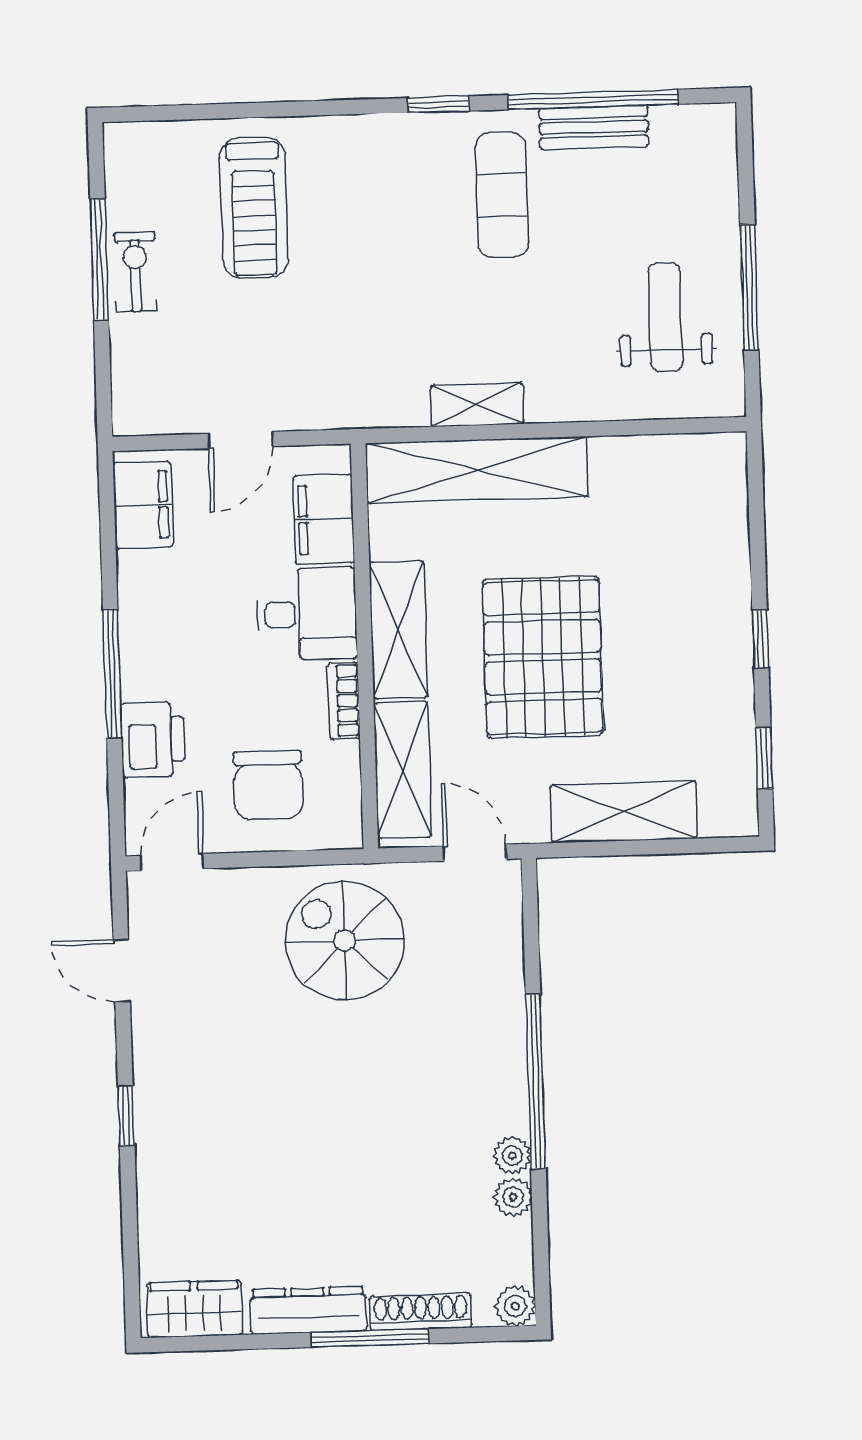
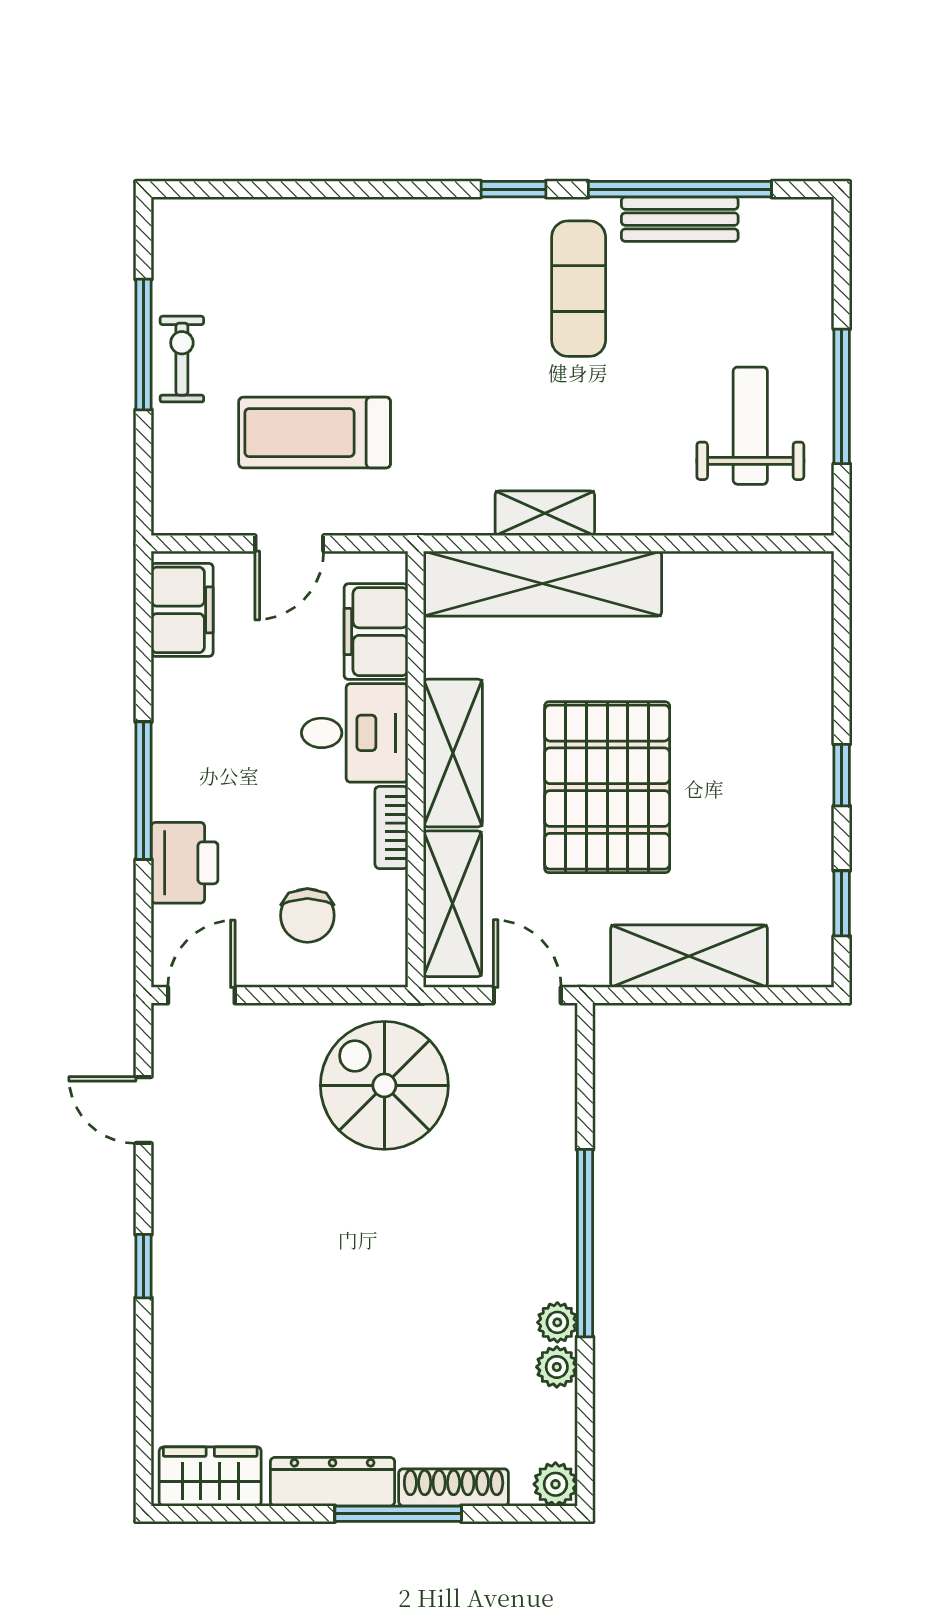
treadmill: (254, 207) -> (315, 433), moved, turned 90
chair: (268, 785) -> (307, 915), width x0.73, depth x0.73

